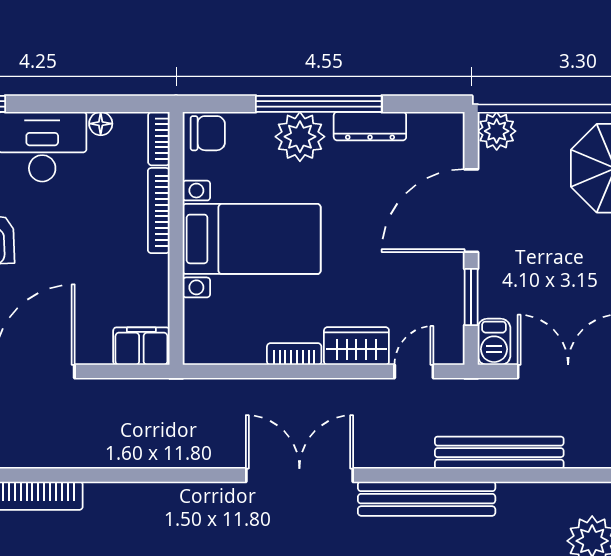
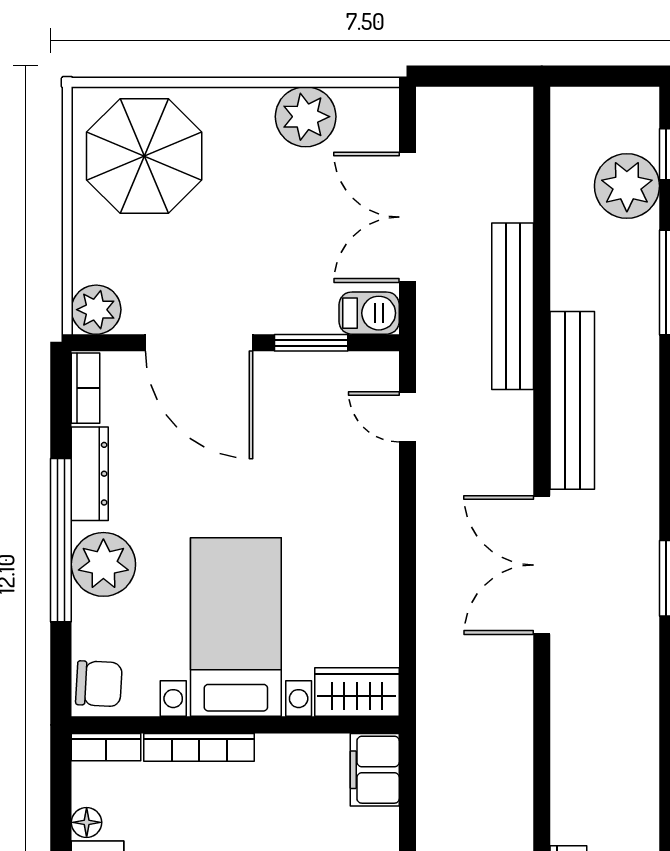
chair: (208, 133) -> (99, 684), turned 93
wardrobe: (356, 346) -> (357, 692), moved, turned 90
bookcase: (294, 354) -> (86, 388), moved, turned 180

